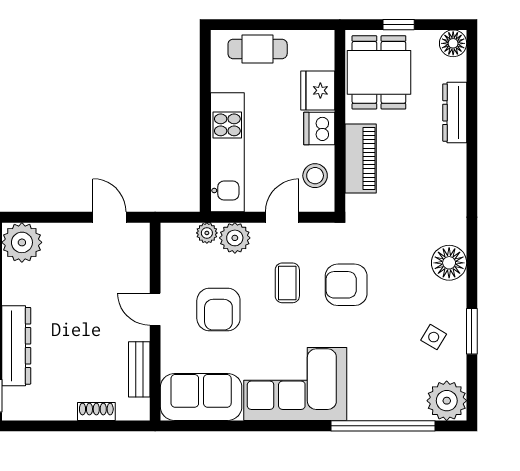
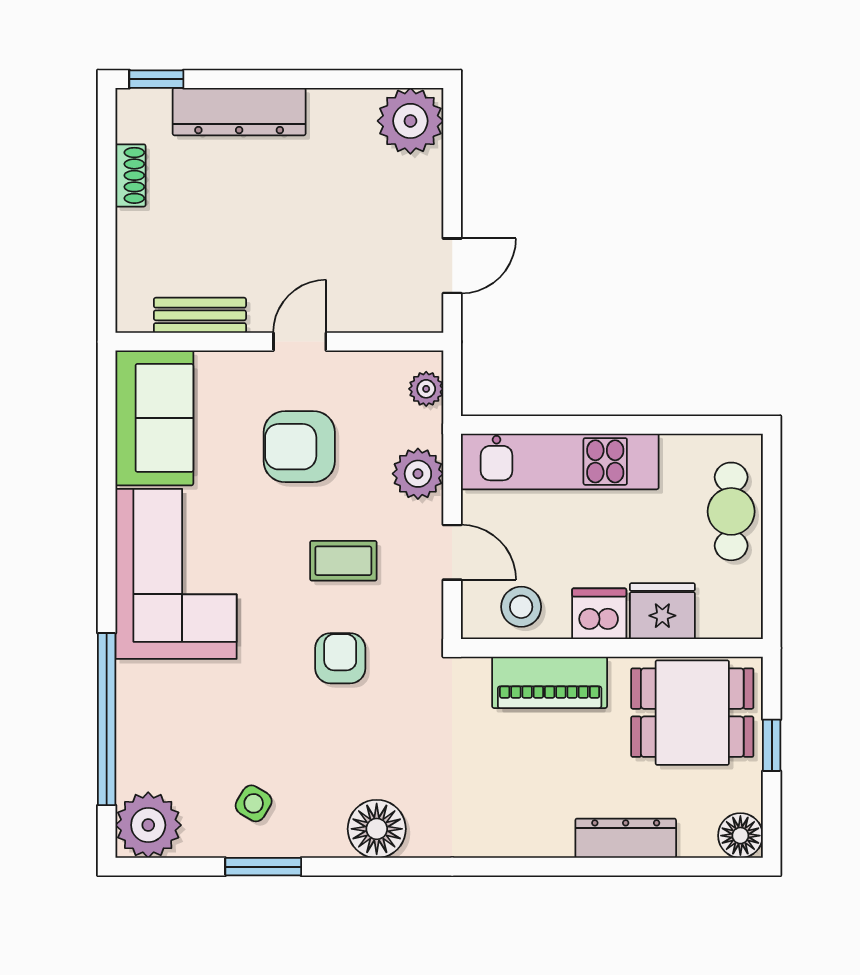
plant: (207, 233) -> (426, 389), moved
armchair: (346, 285) -> (340, 658), width x0.72, depth x0.72
shoe rack: (96, 411) -> (130, 175), moved

